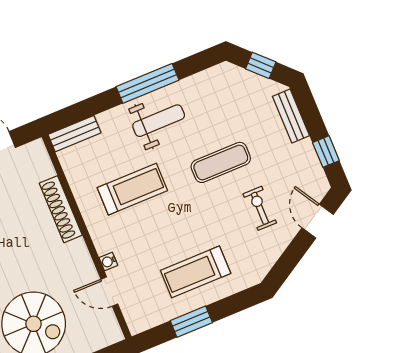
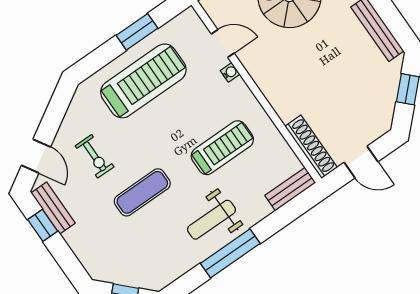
bench: (291, 116) -> (53, 208), moved
treadmill: (132, 189) -> (222, 148), turned 180
shoe rack: (61, 209) -> (311, 147), moved
treadmill: (196, 272) -> (143, 81), width x1.37, depth x1.38

